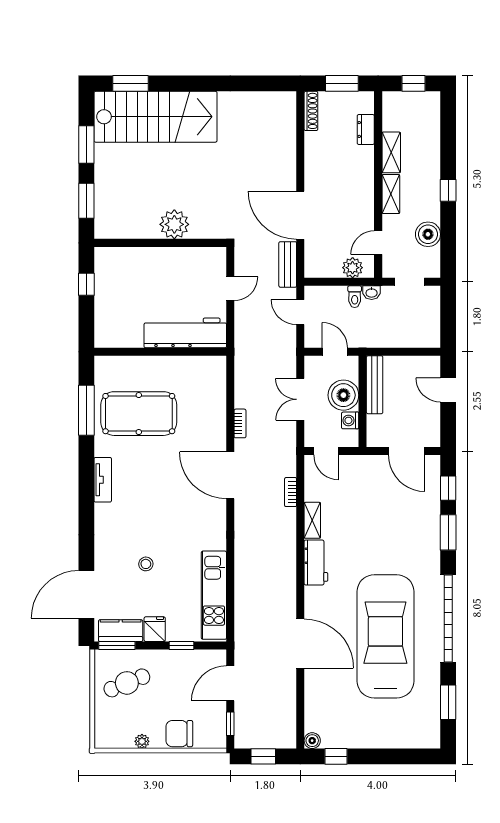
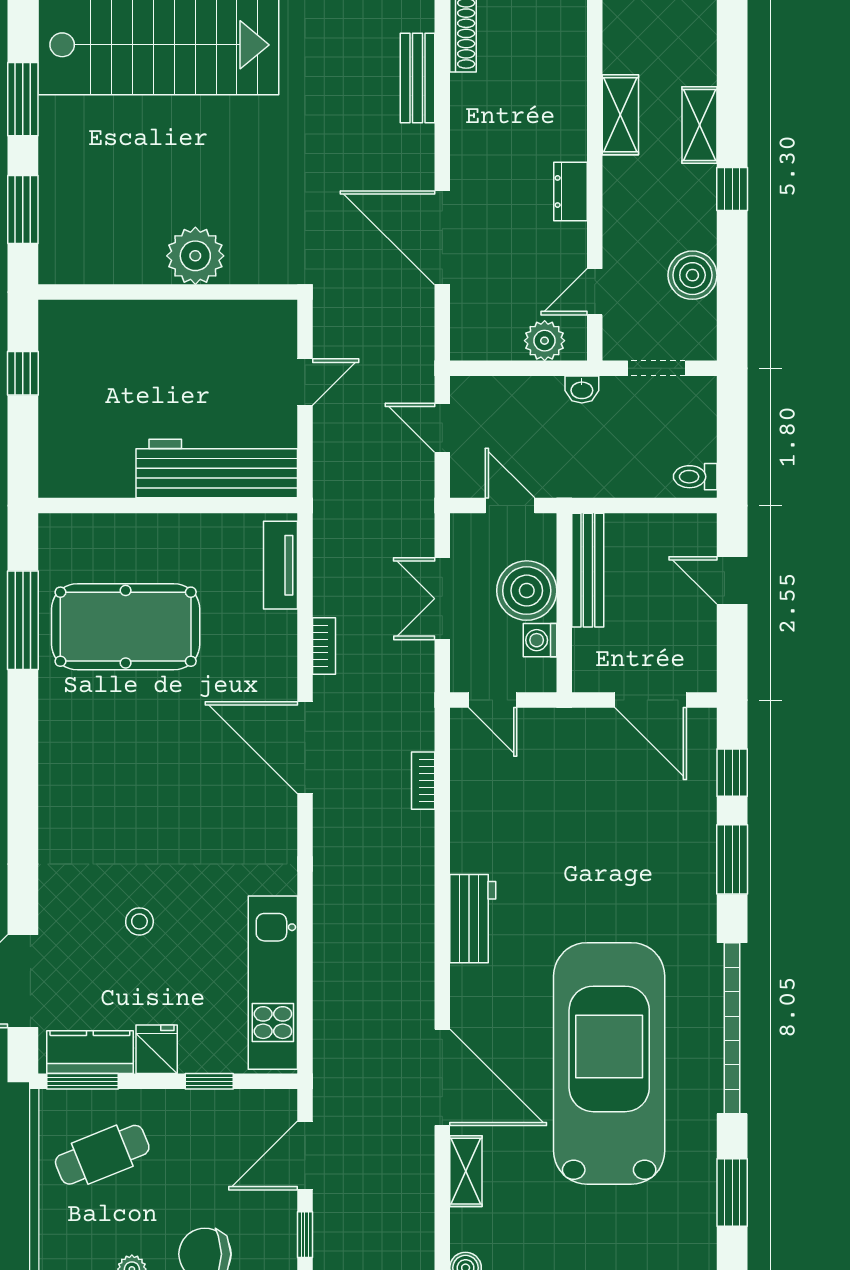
dresser: (366, 129) -> (571, 192), moved
shelving: (391, 194) -> (699, 125), moved
bench: (288, 264) -> (417, 78), moved
toilet: (355, 297) -> (695, 477), moved, turned 90
tv unit: (103, 480) -> (281, 565), moved, turned 180
shelving: (312, 520) -> (466, 1171), moved

